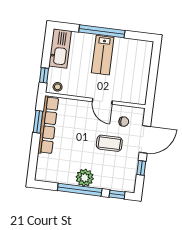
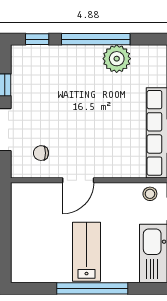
door: (102, 101) -> (78, 180), swing flipped
coffee table: (109, 143) -> (59, 117), removed
plant: (85, 178) -> (117, 59), moved

